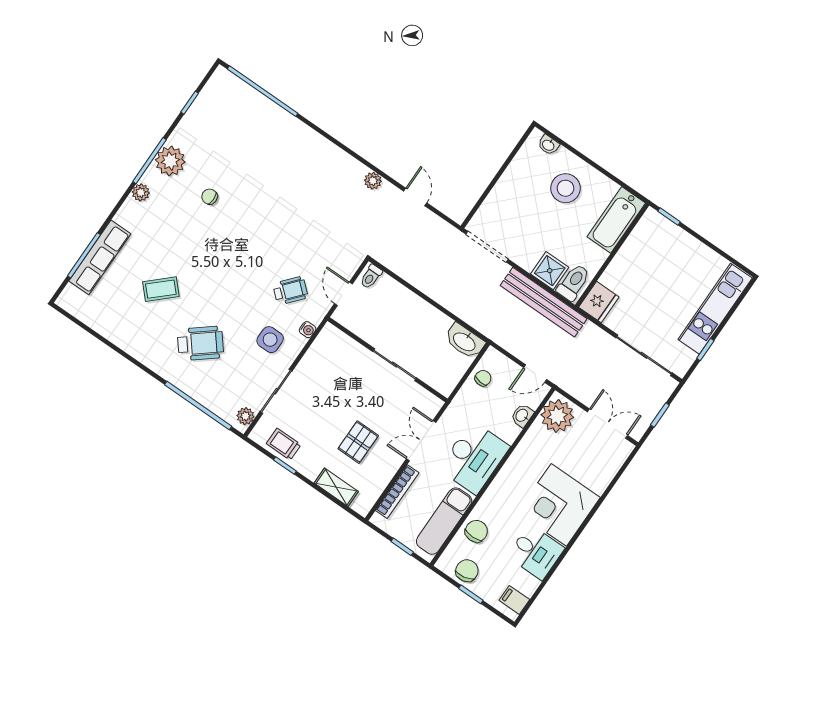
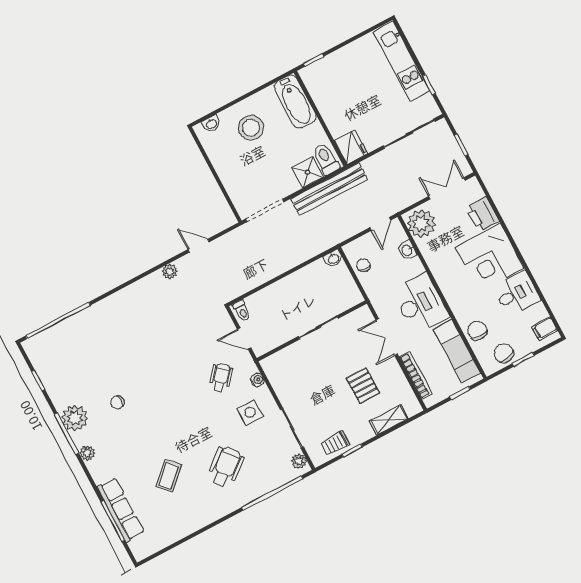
washbasin: (465, 341) -> (333, 259), width x0.52, depth x0.69
printer: (599, 474) -> (482, 214), added

